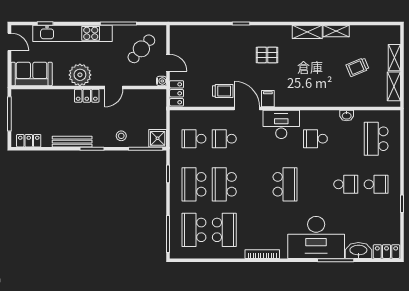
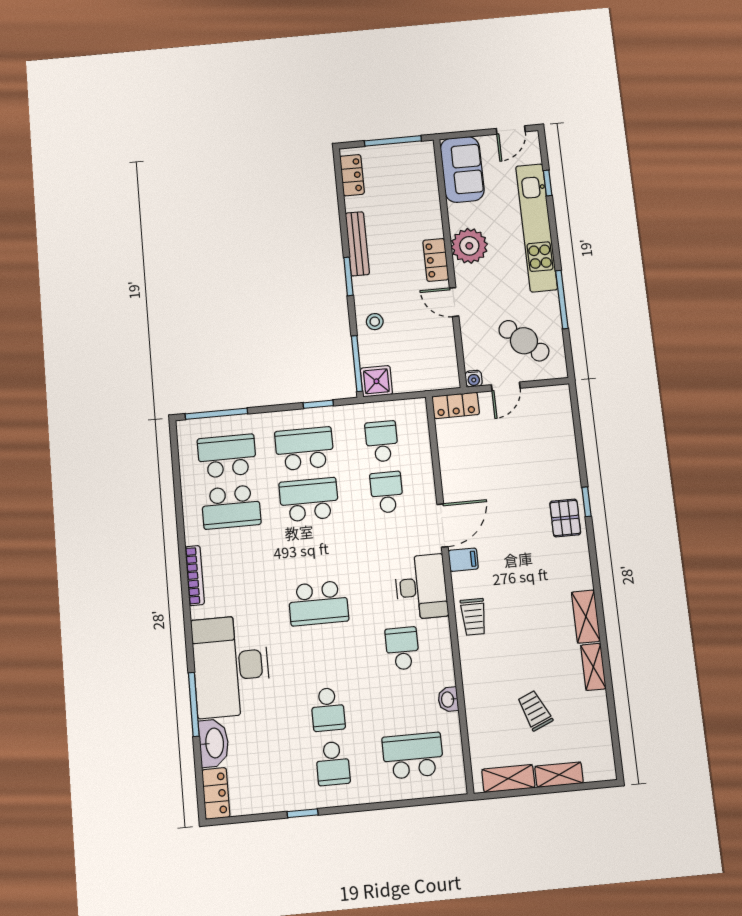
pallet: (267, 55) -> (565, 518), moved
trolley: (223, 91) -> (473, 617), moved

